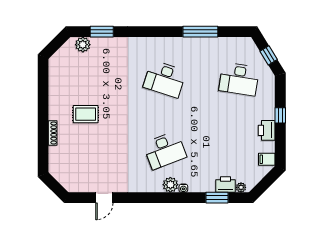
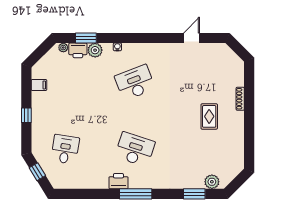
window: (200, 32) -> (136, 194), moved
desk: (239, 79) -> (65, 149), width x0.73
rug: (86, 114) -> (209, 116), turned 90
printer: (267, 130) -> (118, 181), moved, turned -90
filing cabinet: (267, 159) -> (39, 85), moved
plant: (170, 185) -> (95, 50), moved

